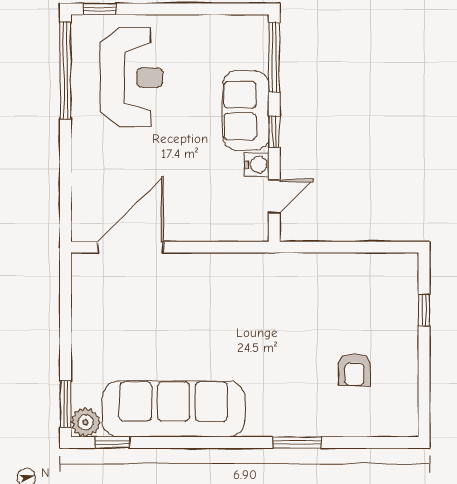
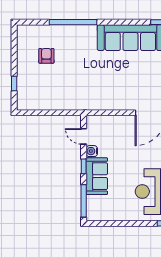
door: (274, 196) -> (84, 136), hinge flipped
window: (297, 442) -> (73, 22), width x2.11

